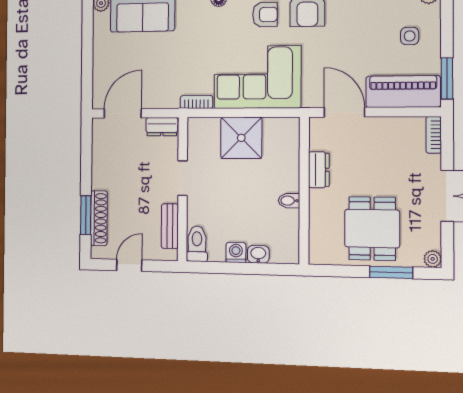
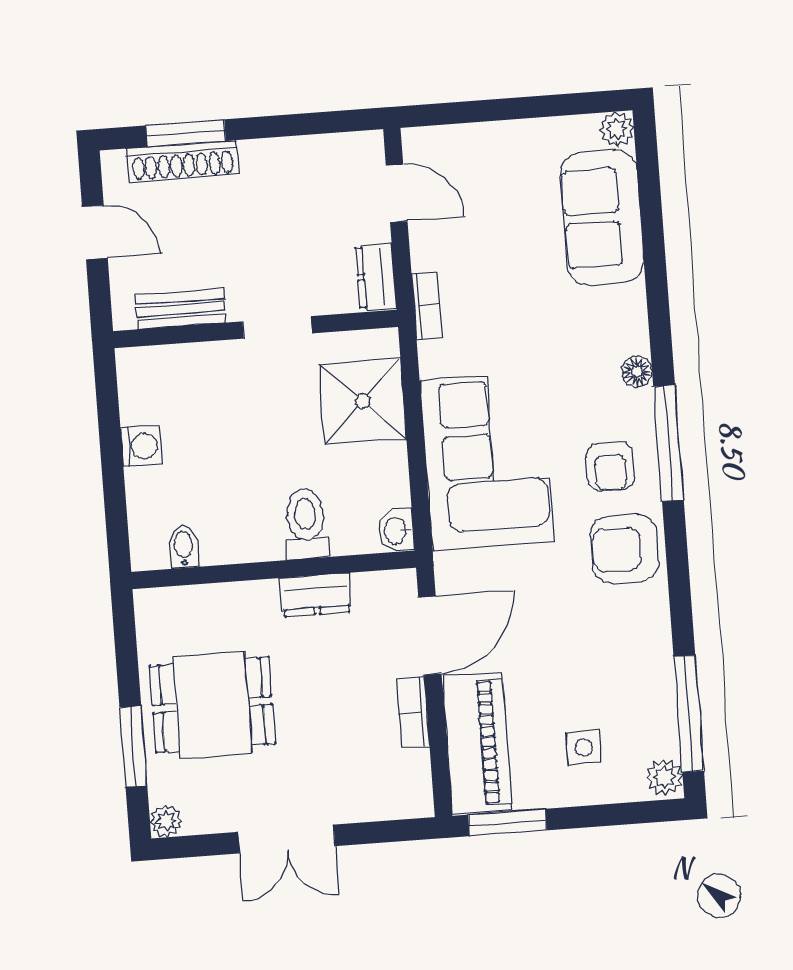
bookcase: (196, 102) -> (427, 306), moved
door: (123, 113) -> (397, 193), width x0.73
bookcase: (434, 135) -> (413, 712), moved, turned -90
shower: (241, 138) -> (363, 401), moved
bidet: (289, 201) -> (184, 547), moved
toilet: (197, 244) -> (306, 524), moved, turned -90
washbasin: (258, 254) -> (396, 531), moved, turned 180

